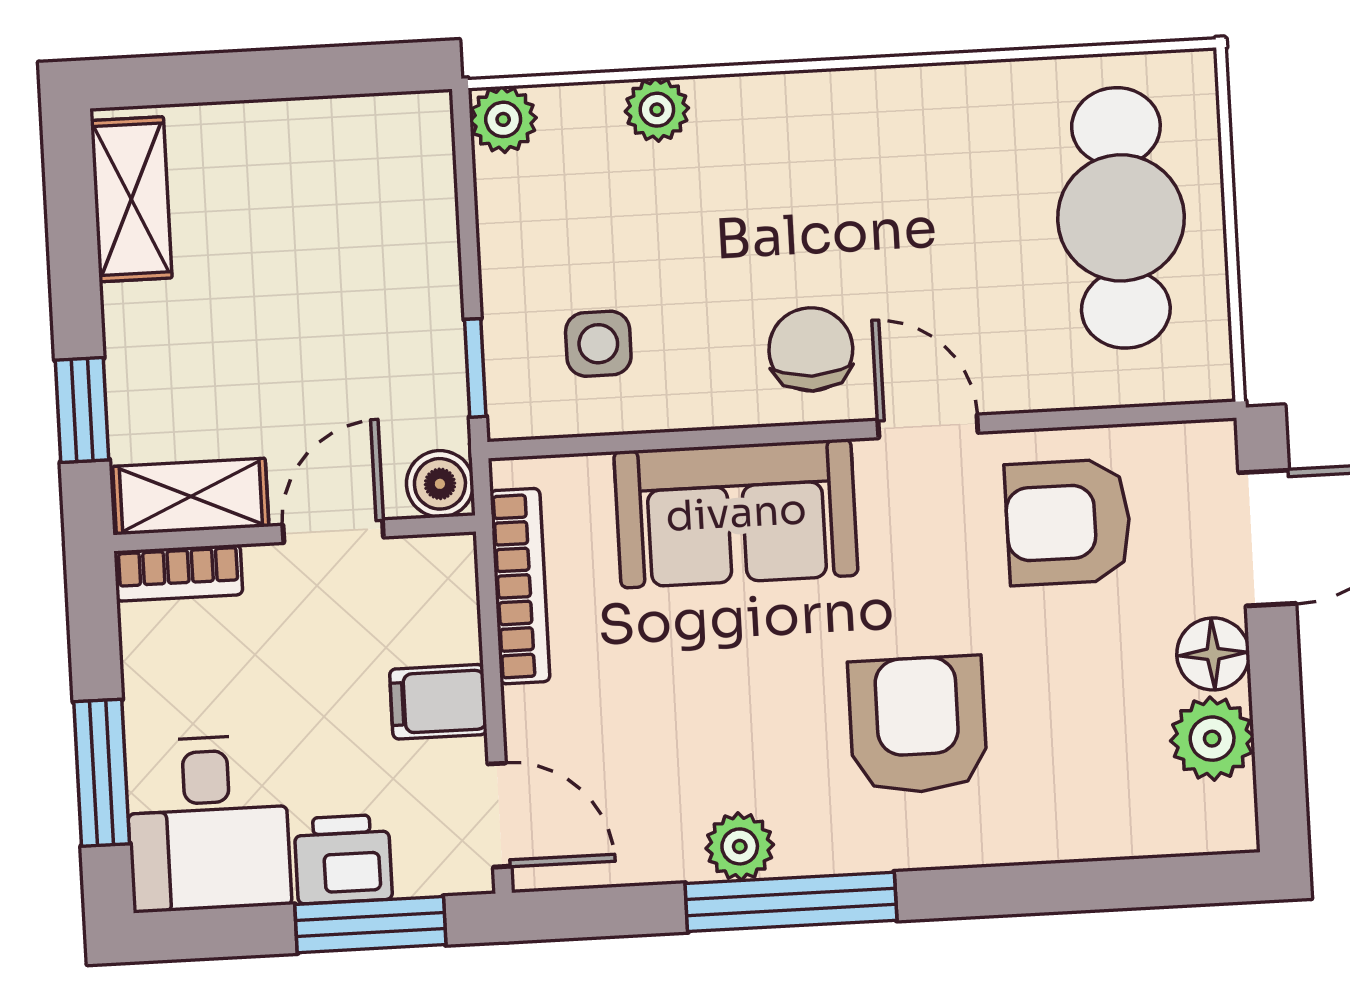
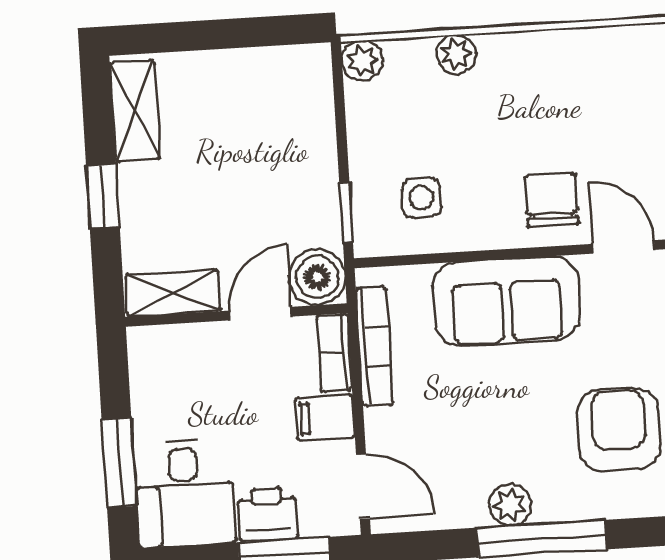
window: (82, 410) -> (103, 196), moved
boiler: (440, 484) -> (317, 277), width x1.36, depth x1.36
bookcase: (178, 573) -> (334, 353), moved, turned 90

